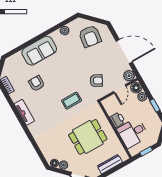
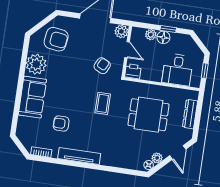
plant: (65, 31) -> (36, 64), width x1.87, depth x1.87
floor lamp: (136, 88) -> (163, 37), moved
tv unit: (24, 112) -> (79, 156), width x1.41
printer: (117, 120) -> (133, 71), moved
dining table: (88, 137) -> (149, 115), turned 90

